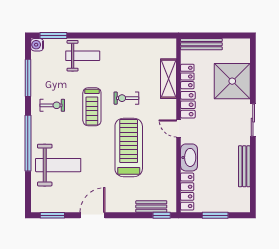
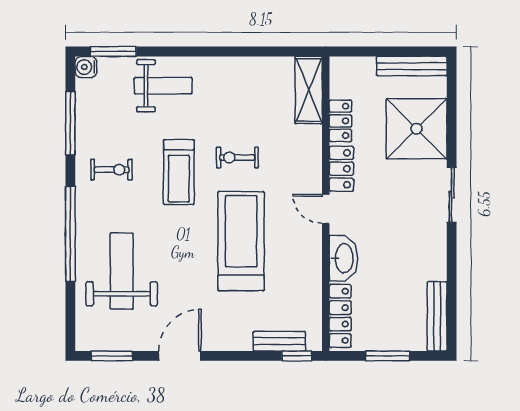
bench: (201, 44) -> (412, 66), moved
shelving: (169, 79) -> (309, 90), moved
weight bench: (58, 165) -> (122, 271), turned -90
bench: (244, 166) -> (437, 316), moved

